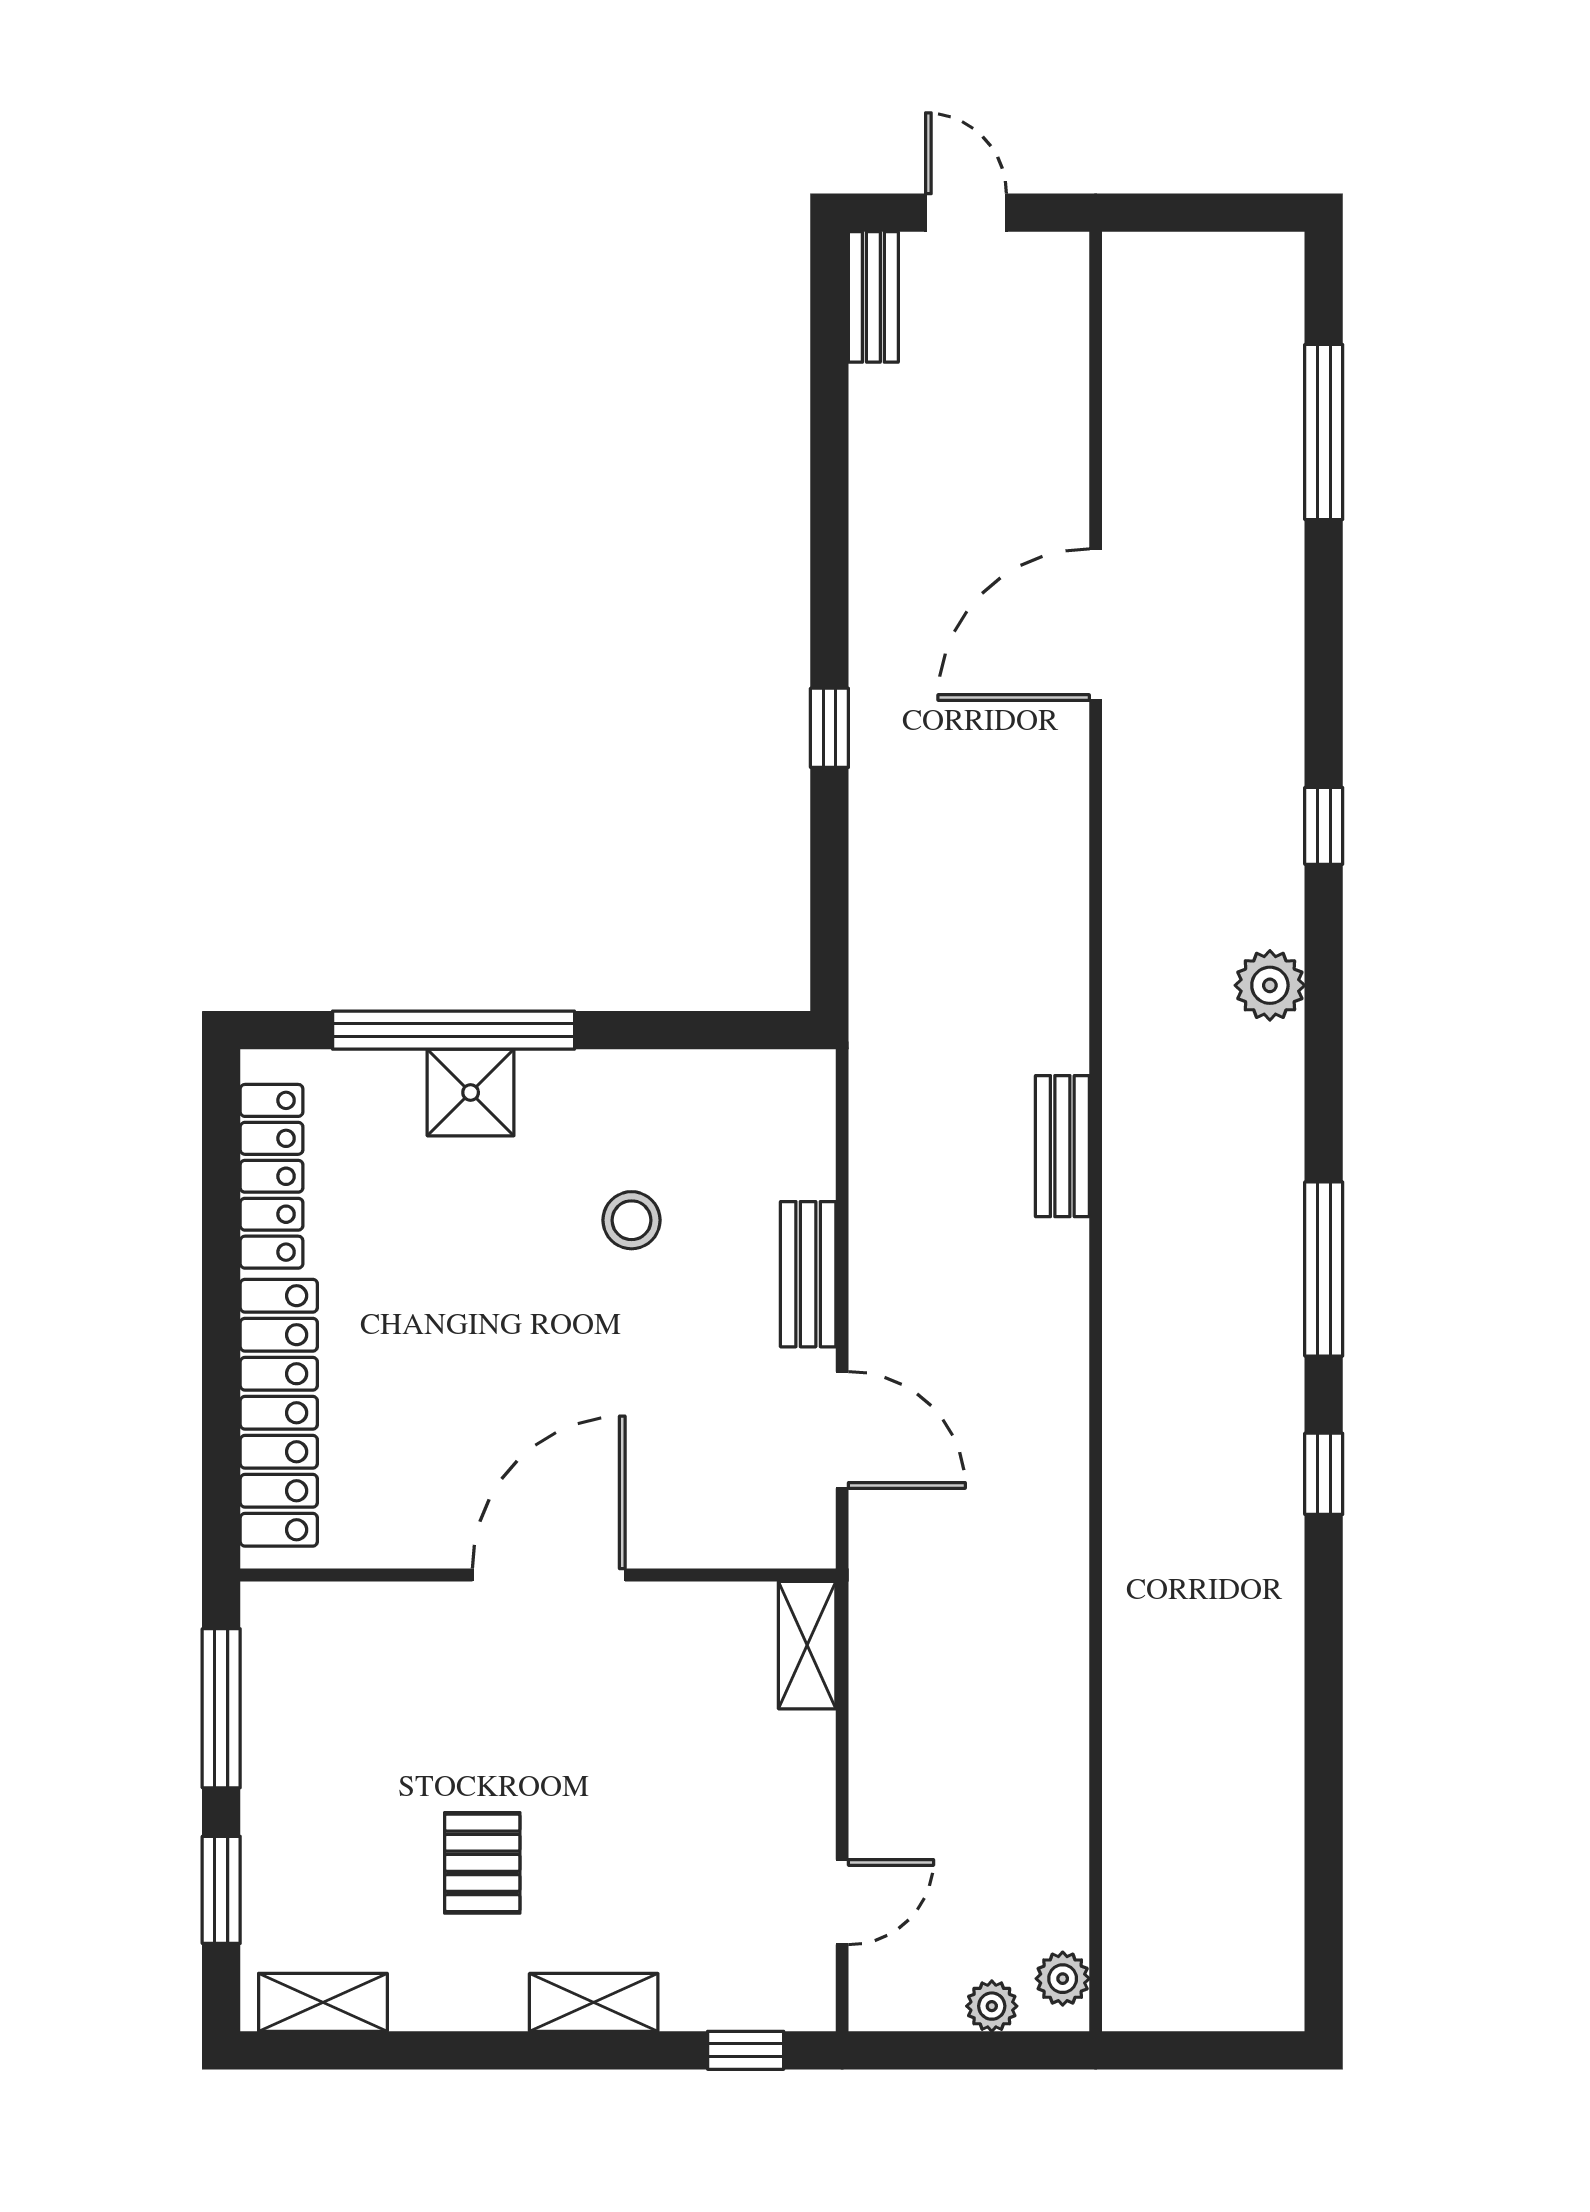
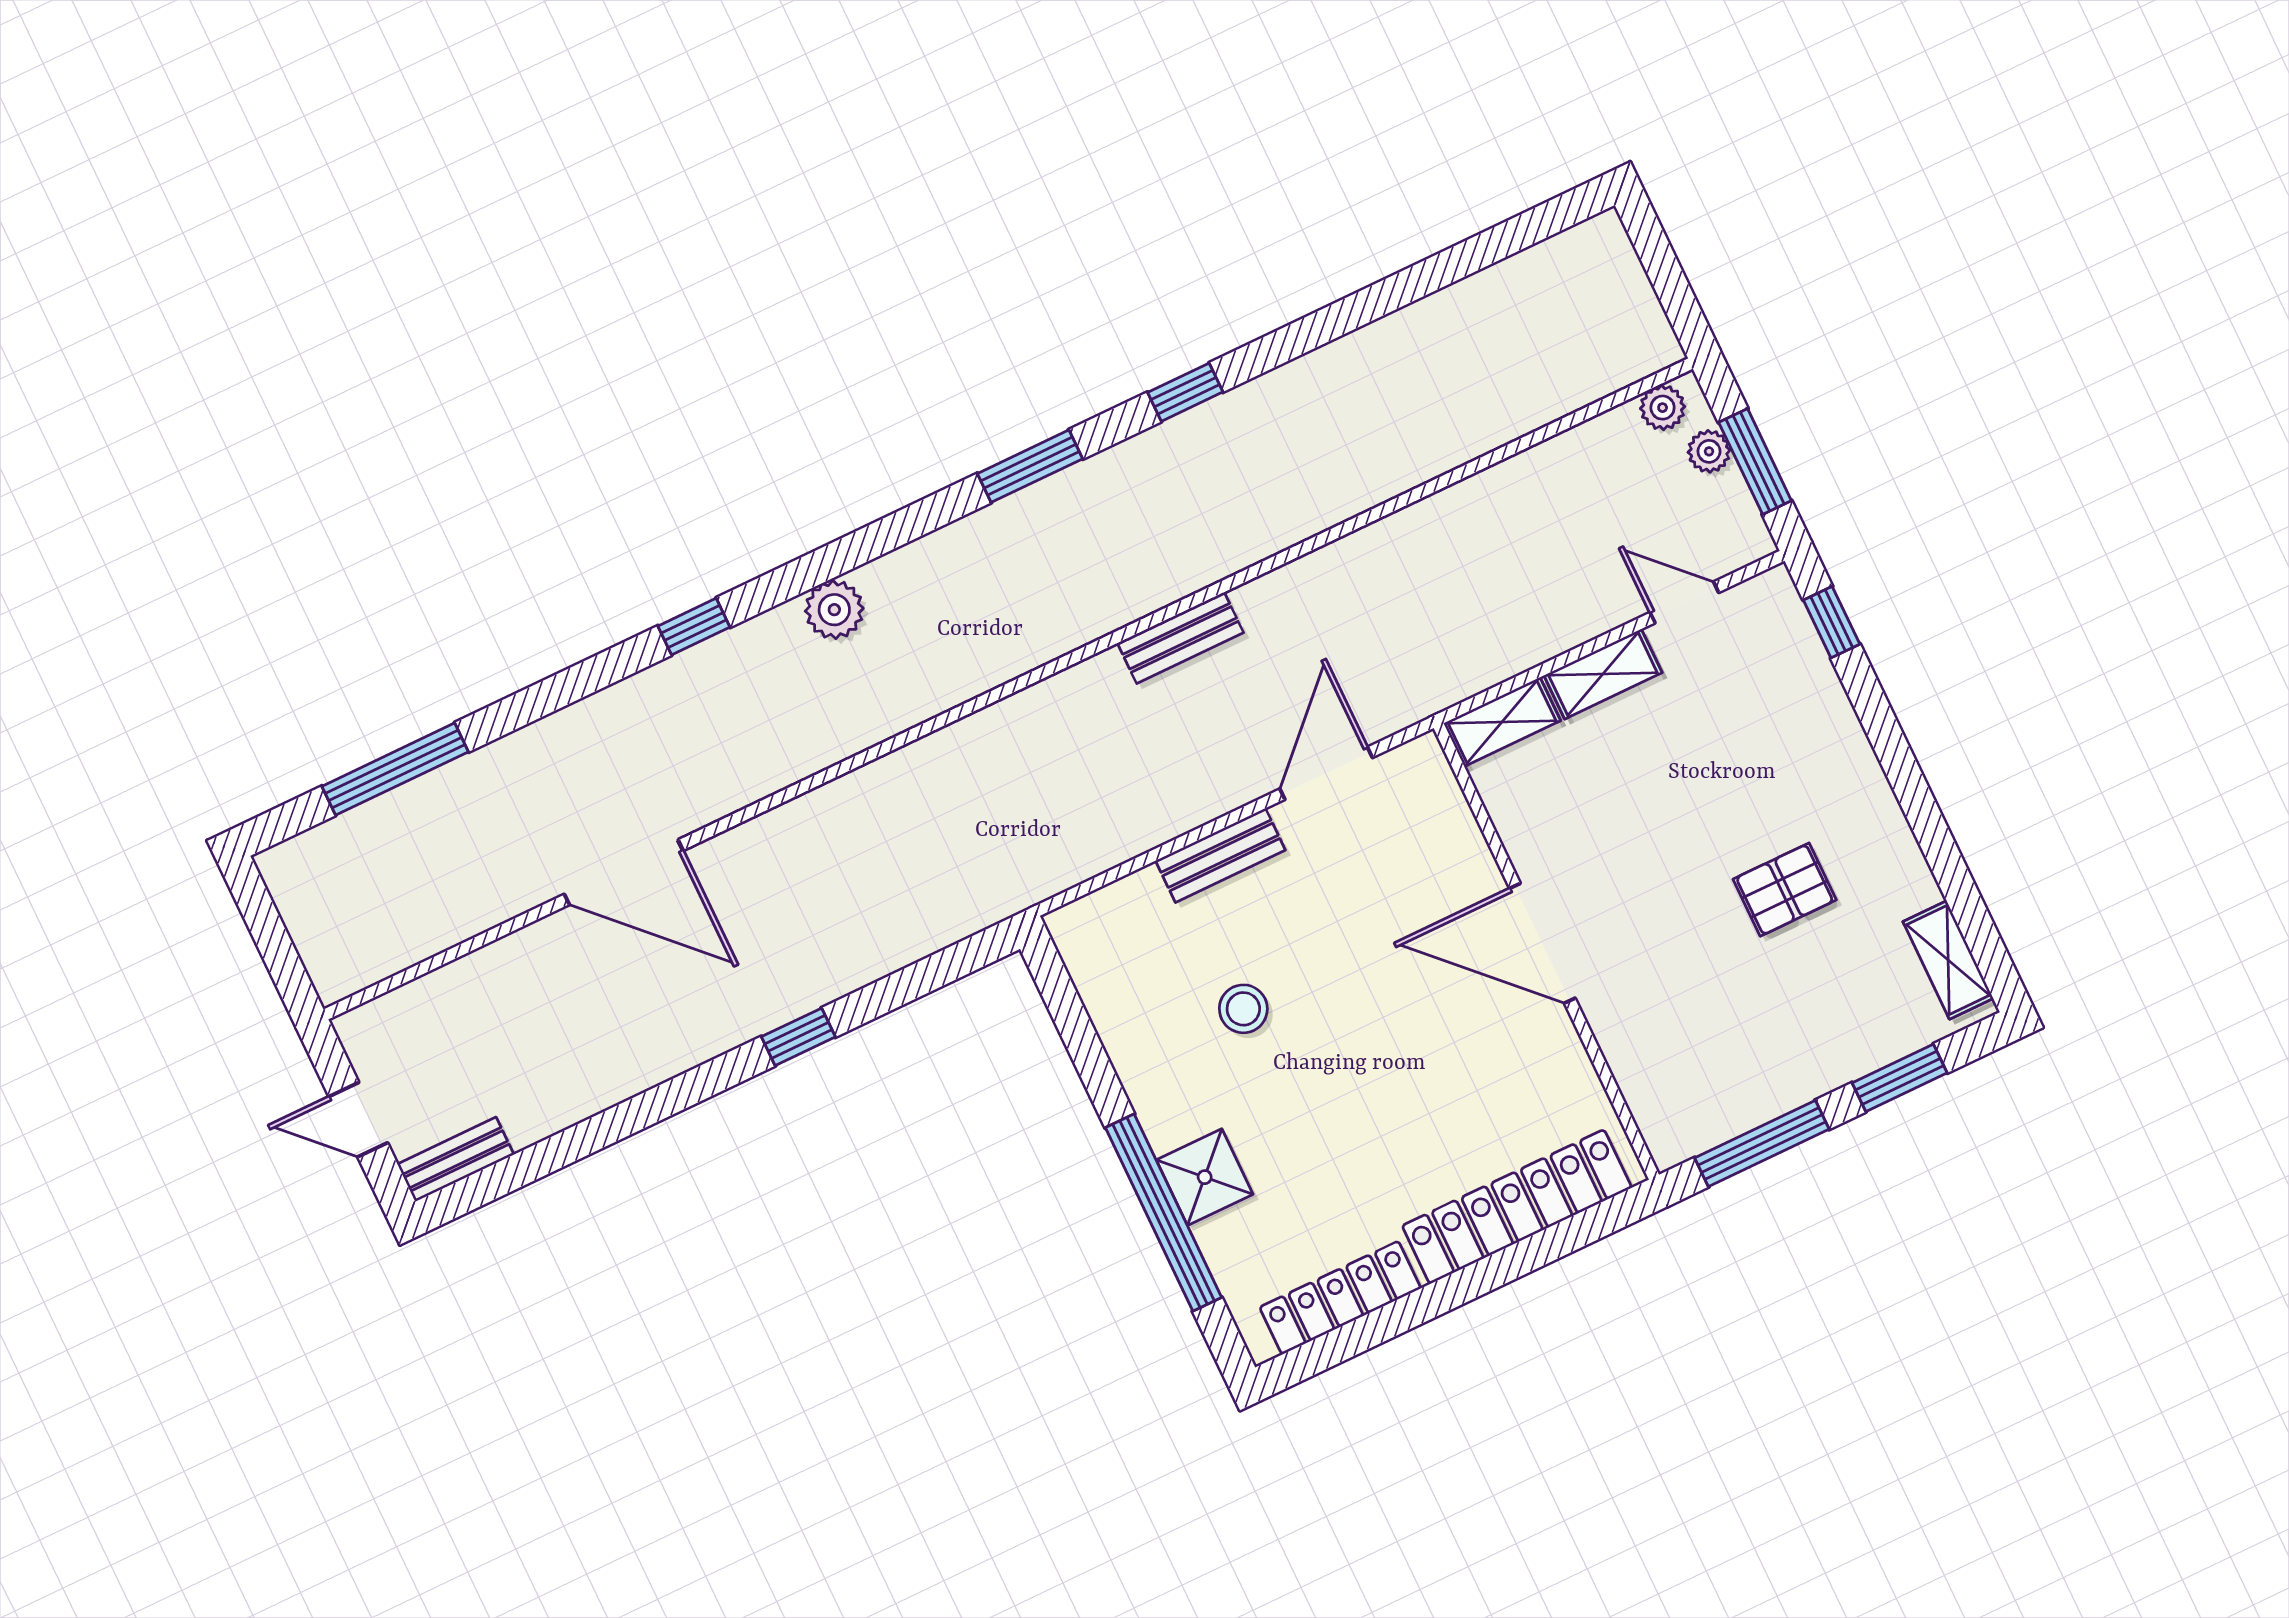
door: (966, 213) -> (358, 1120), hinge flipped
bench: (1062, 1146) -> (1180, 638), moved
window: (1324, 1269) -> (1030, 466), width x0.69
shelving: (594, 2002) -> (1603, 674), moved, turned 90
window: (957, 2050) -> (1755, 462), added

